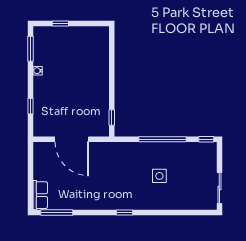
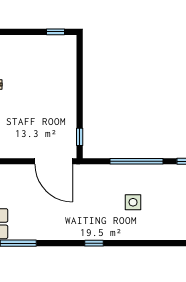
window: (60, 24) -> (55, 32), moved
door: (72, 139) -> (54, 161), moved

